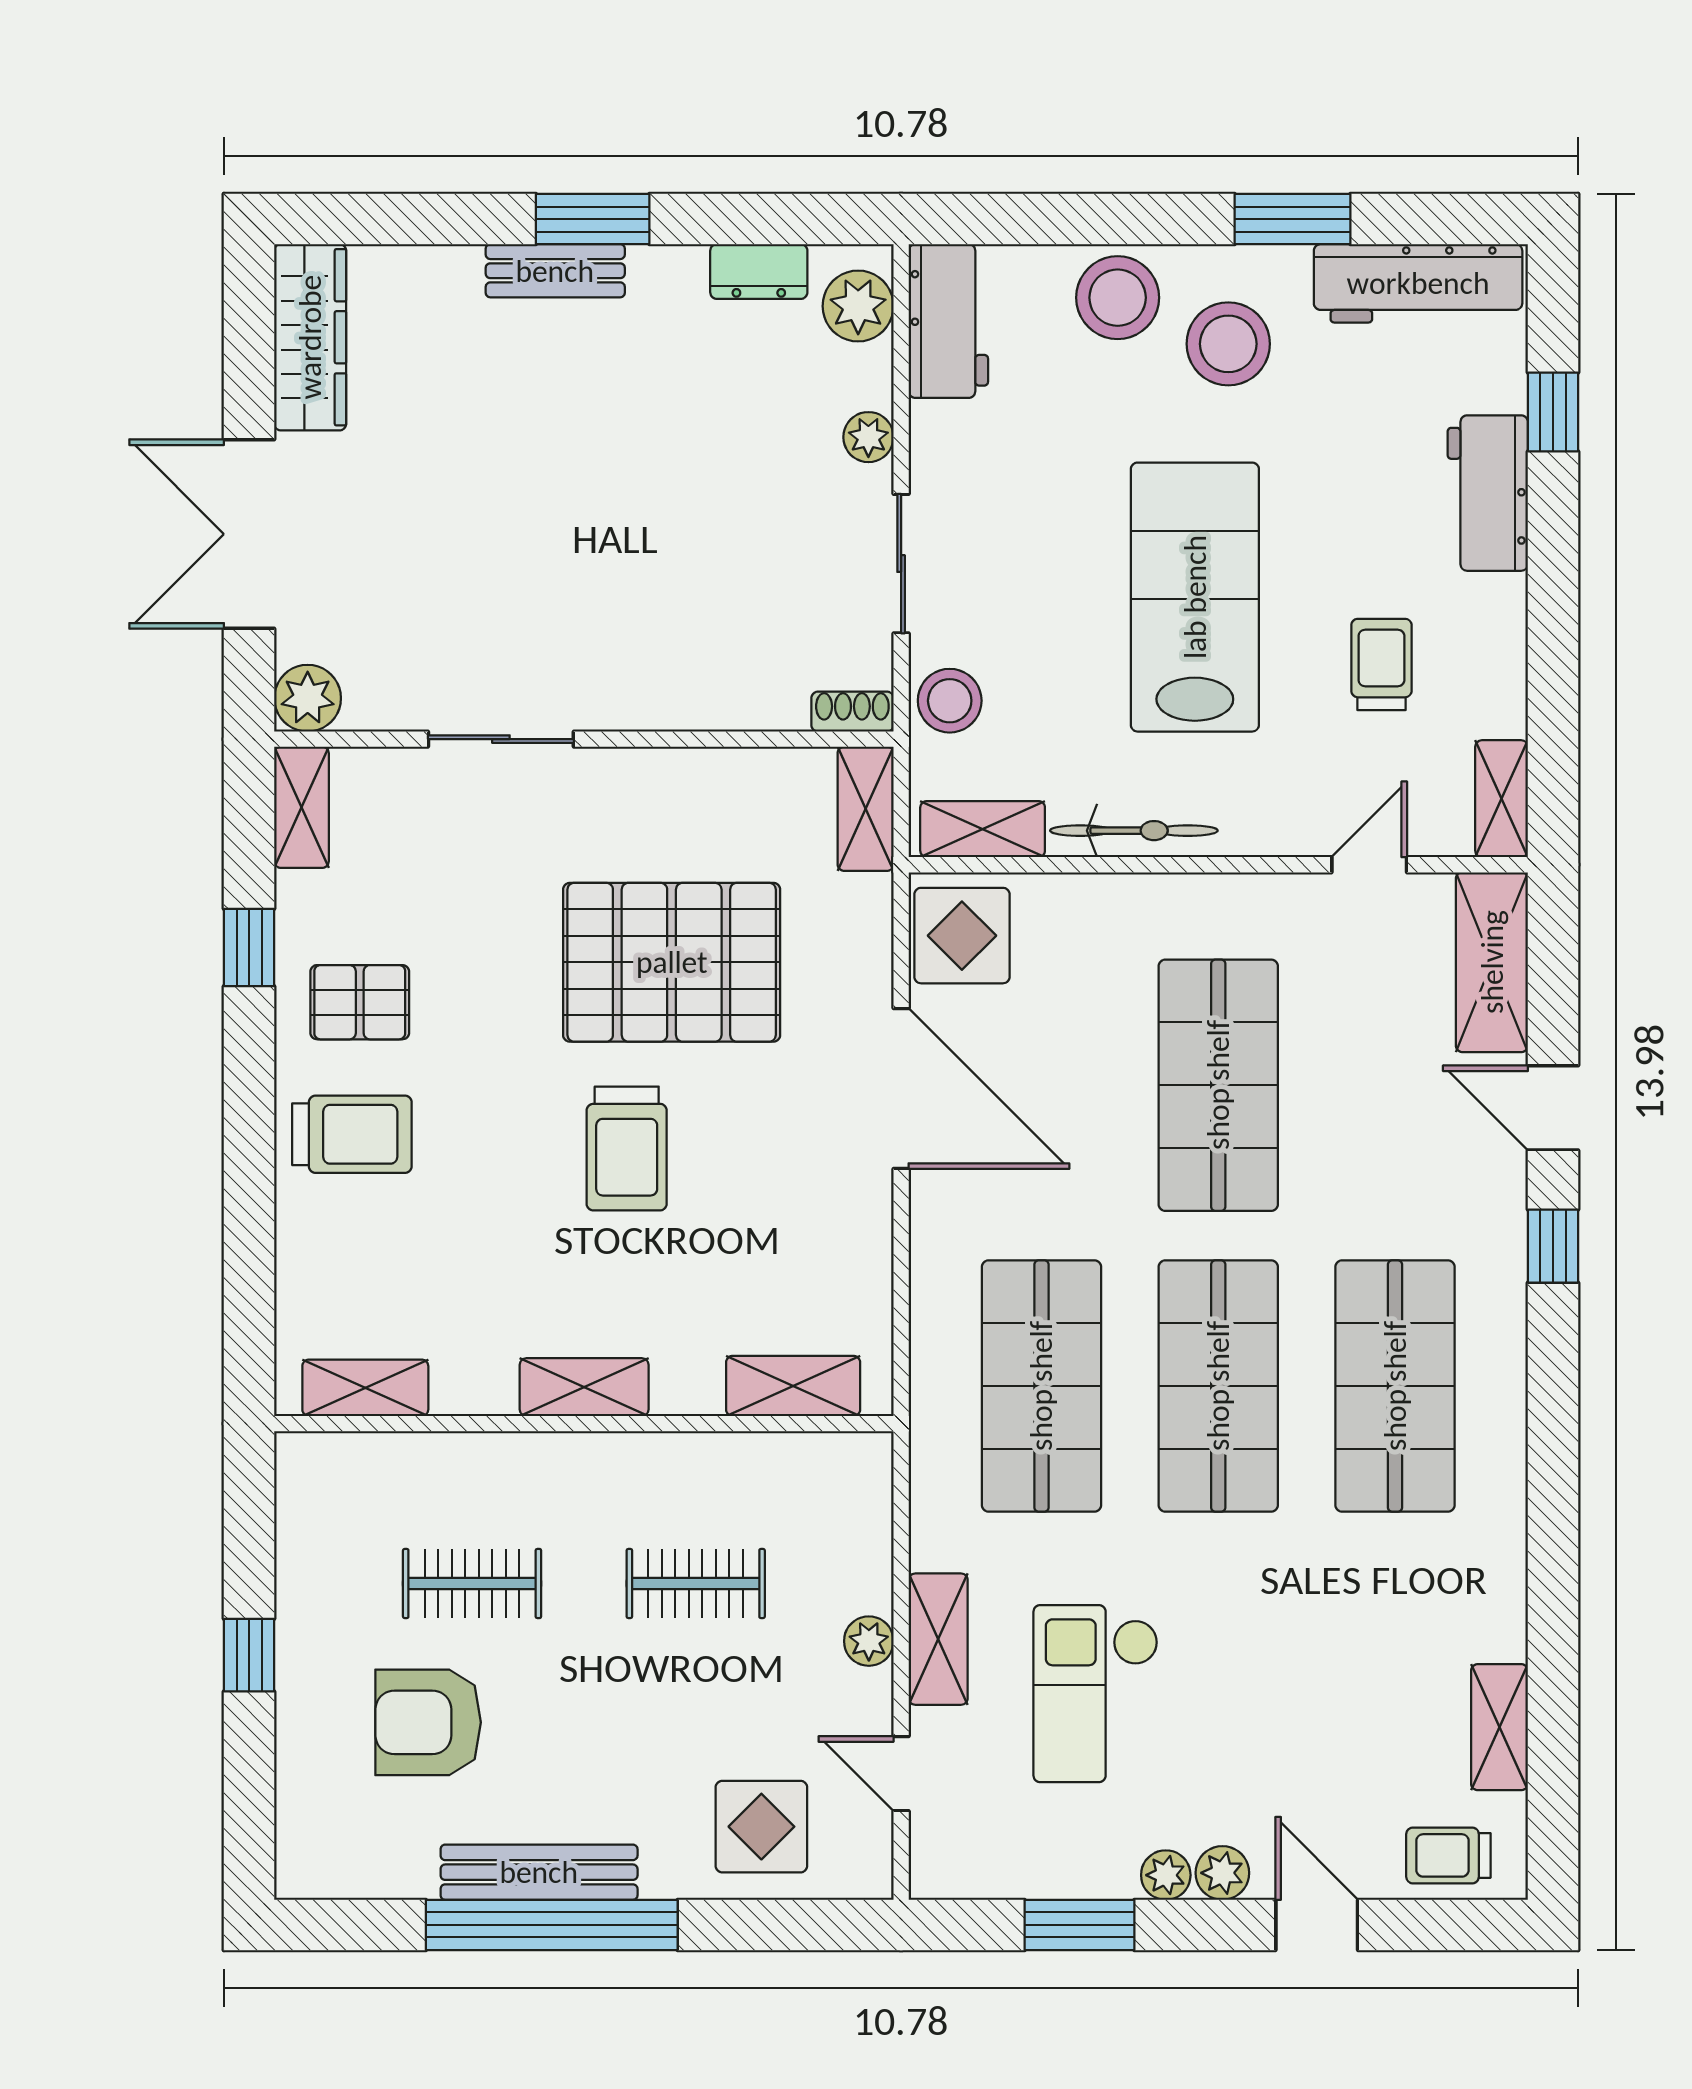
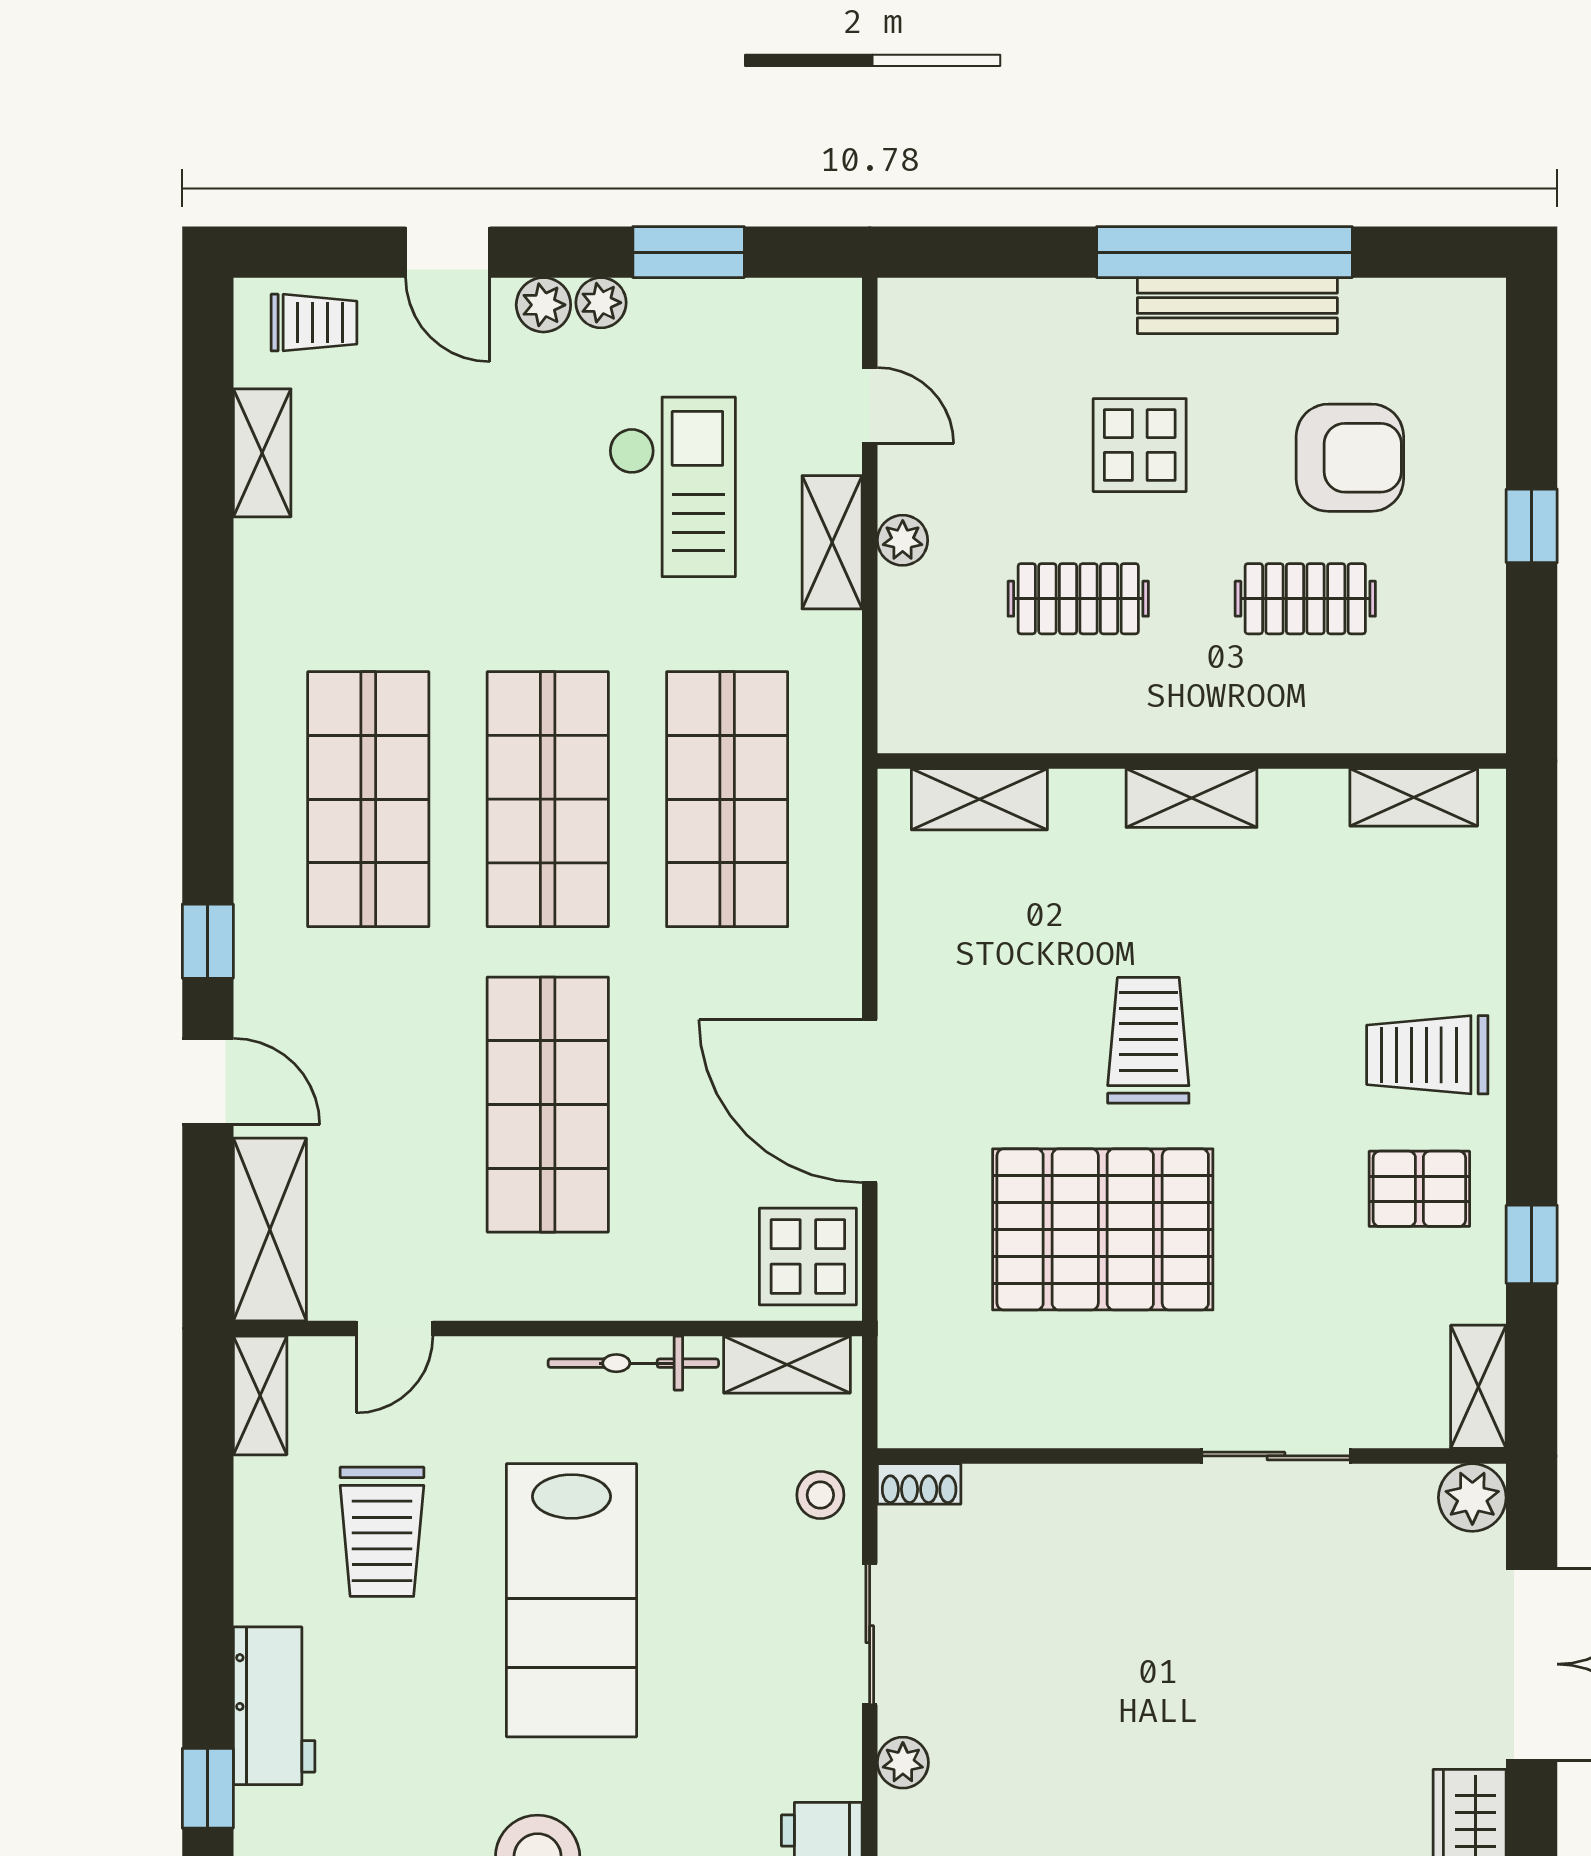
trolley: (1381, 664) -> (382, 1532), width x1.36, depth x1.39
stool: (950, 701) -> (820, 1495), width x0.73, depth x0.73
shelving: (866, 809) -> (906, 1385), removed
display table: (761, 1827) -> (1140, 445), moved

